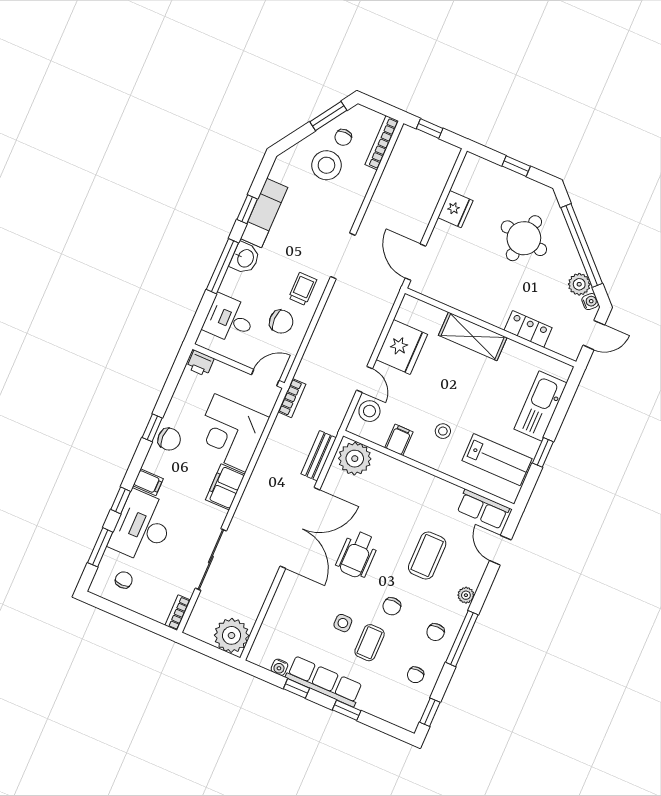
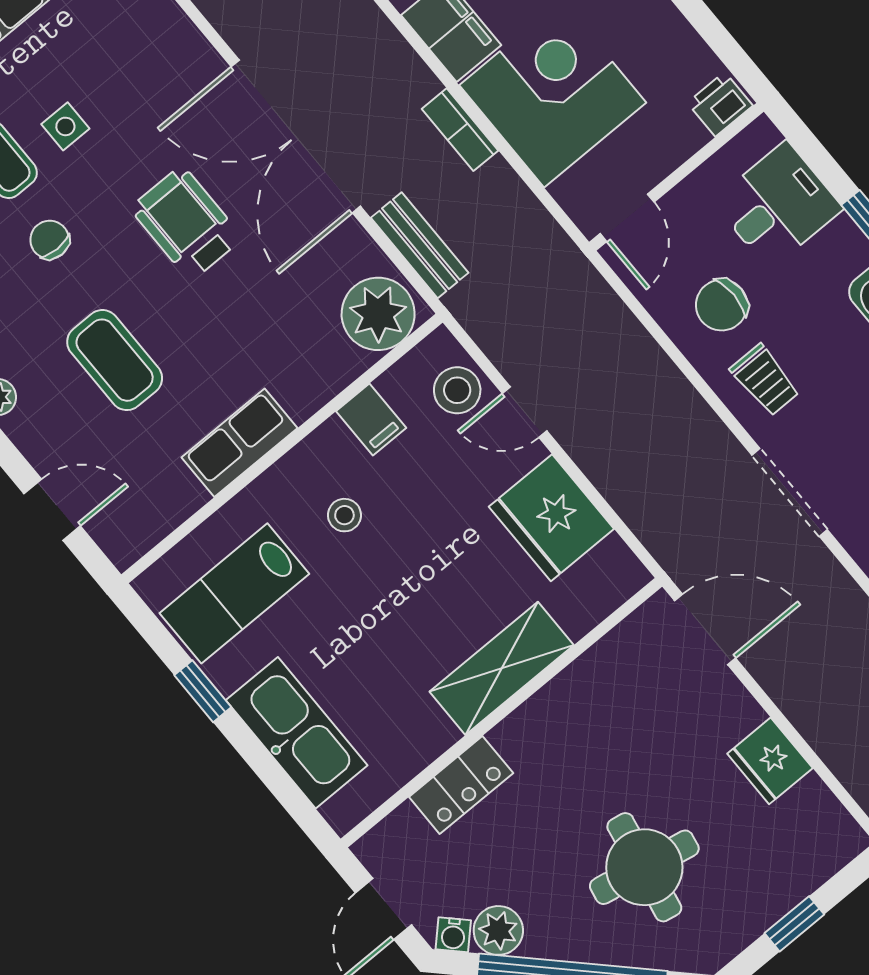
bookcase: (292, 398) -> (460, 130), moved
row of seats: (483, 509) -> (239, 443), moved

